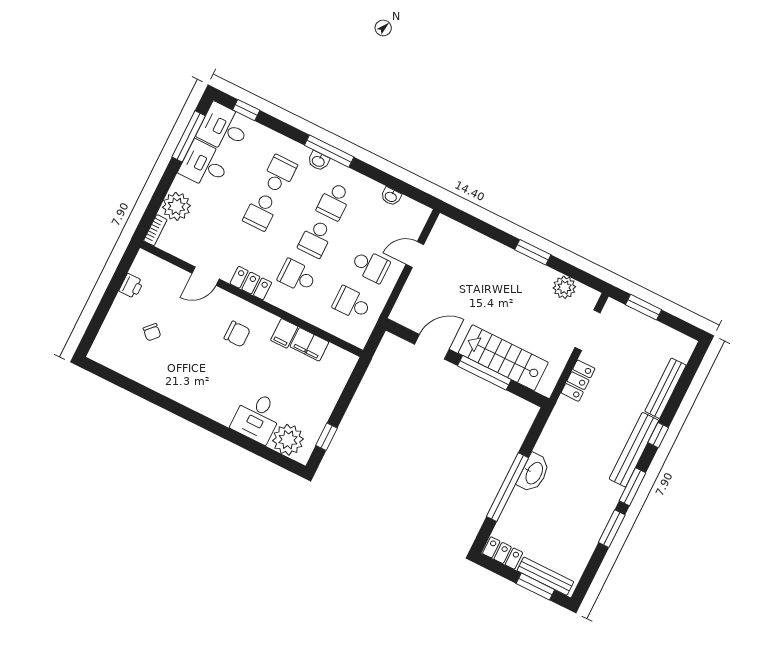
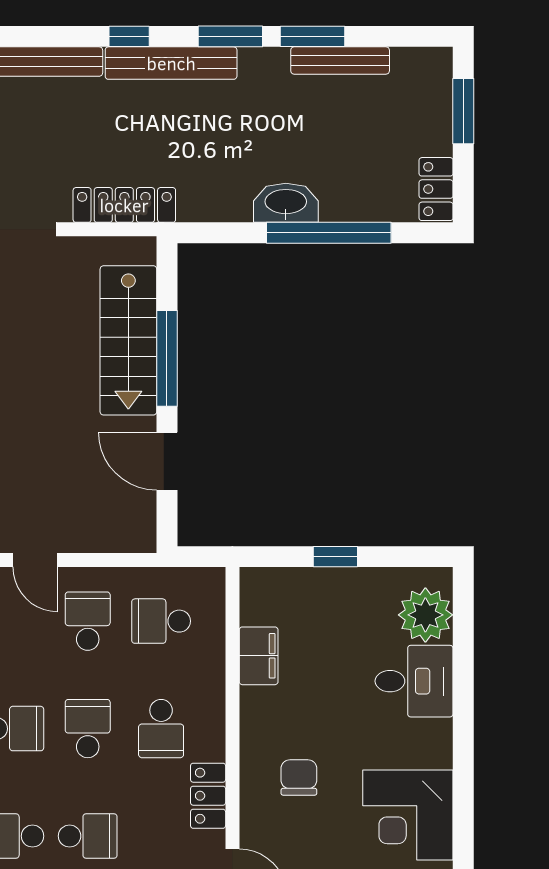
school desk: (316, 239) -> (88, 729), turned -90
school desk: (352, 303) -> (161, 621), turned 90
filing cabinet: (284, 333) -> (261, 704), removed
corner desk: (190, 380) -> (408, 815), added
locker: (578, 381) -> (124, 205), width x1.53
window: (327, 437) -> (335, 557), moved
bench: (545, 576) -> (340, 61), moved, turned 90

